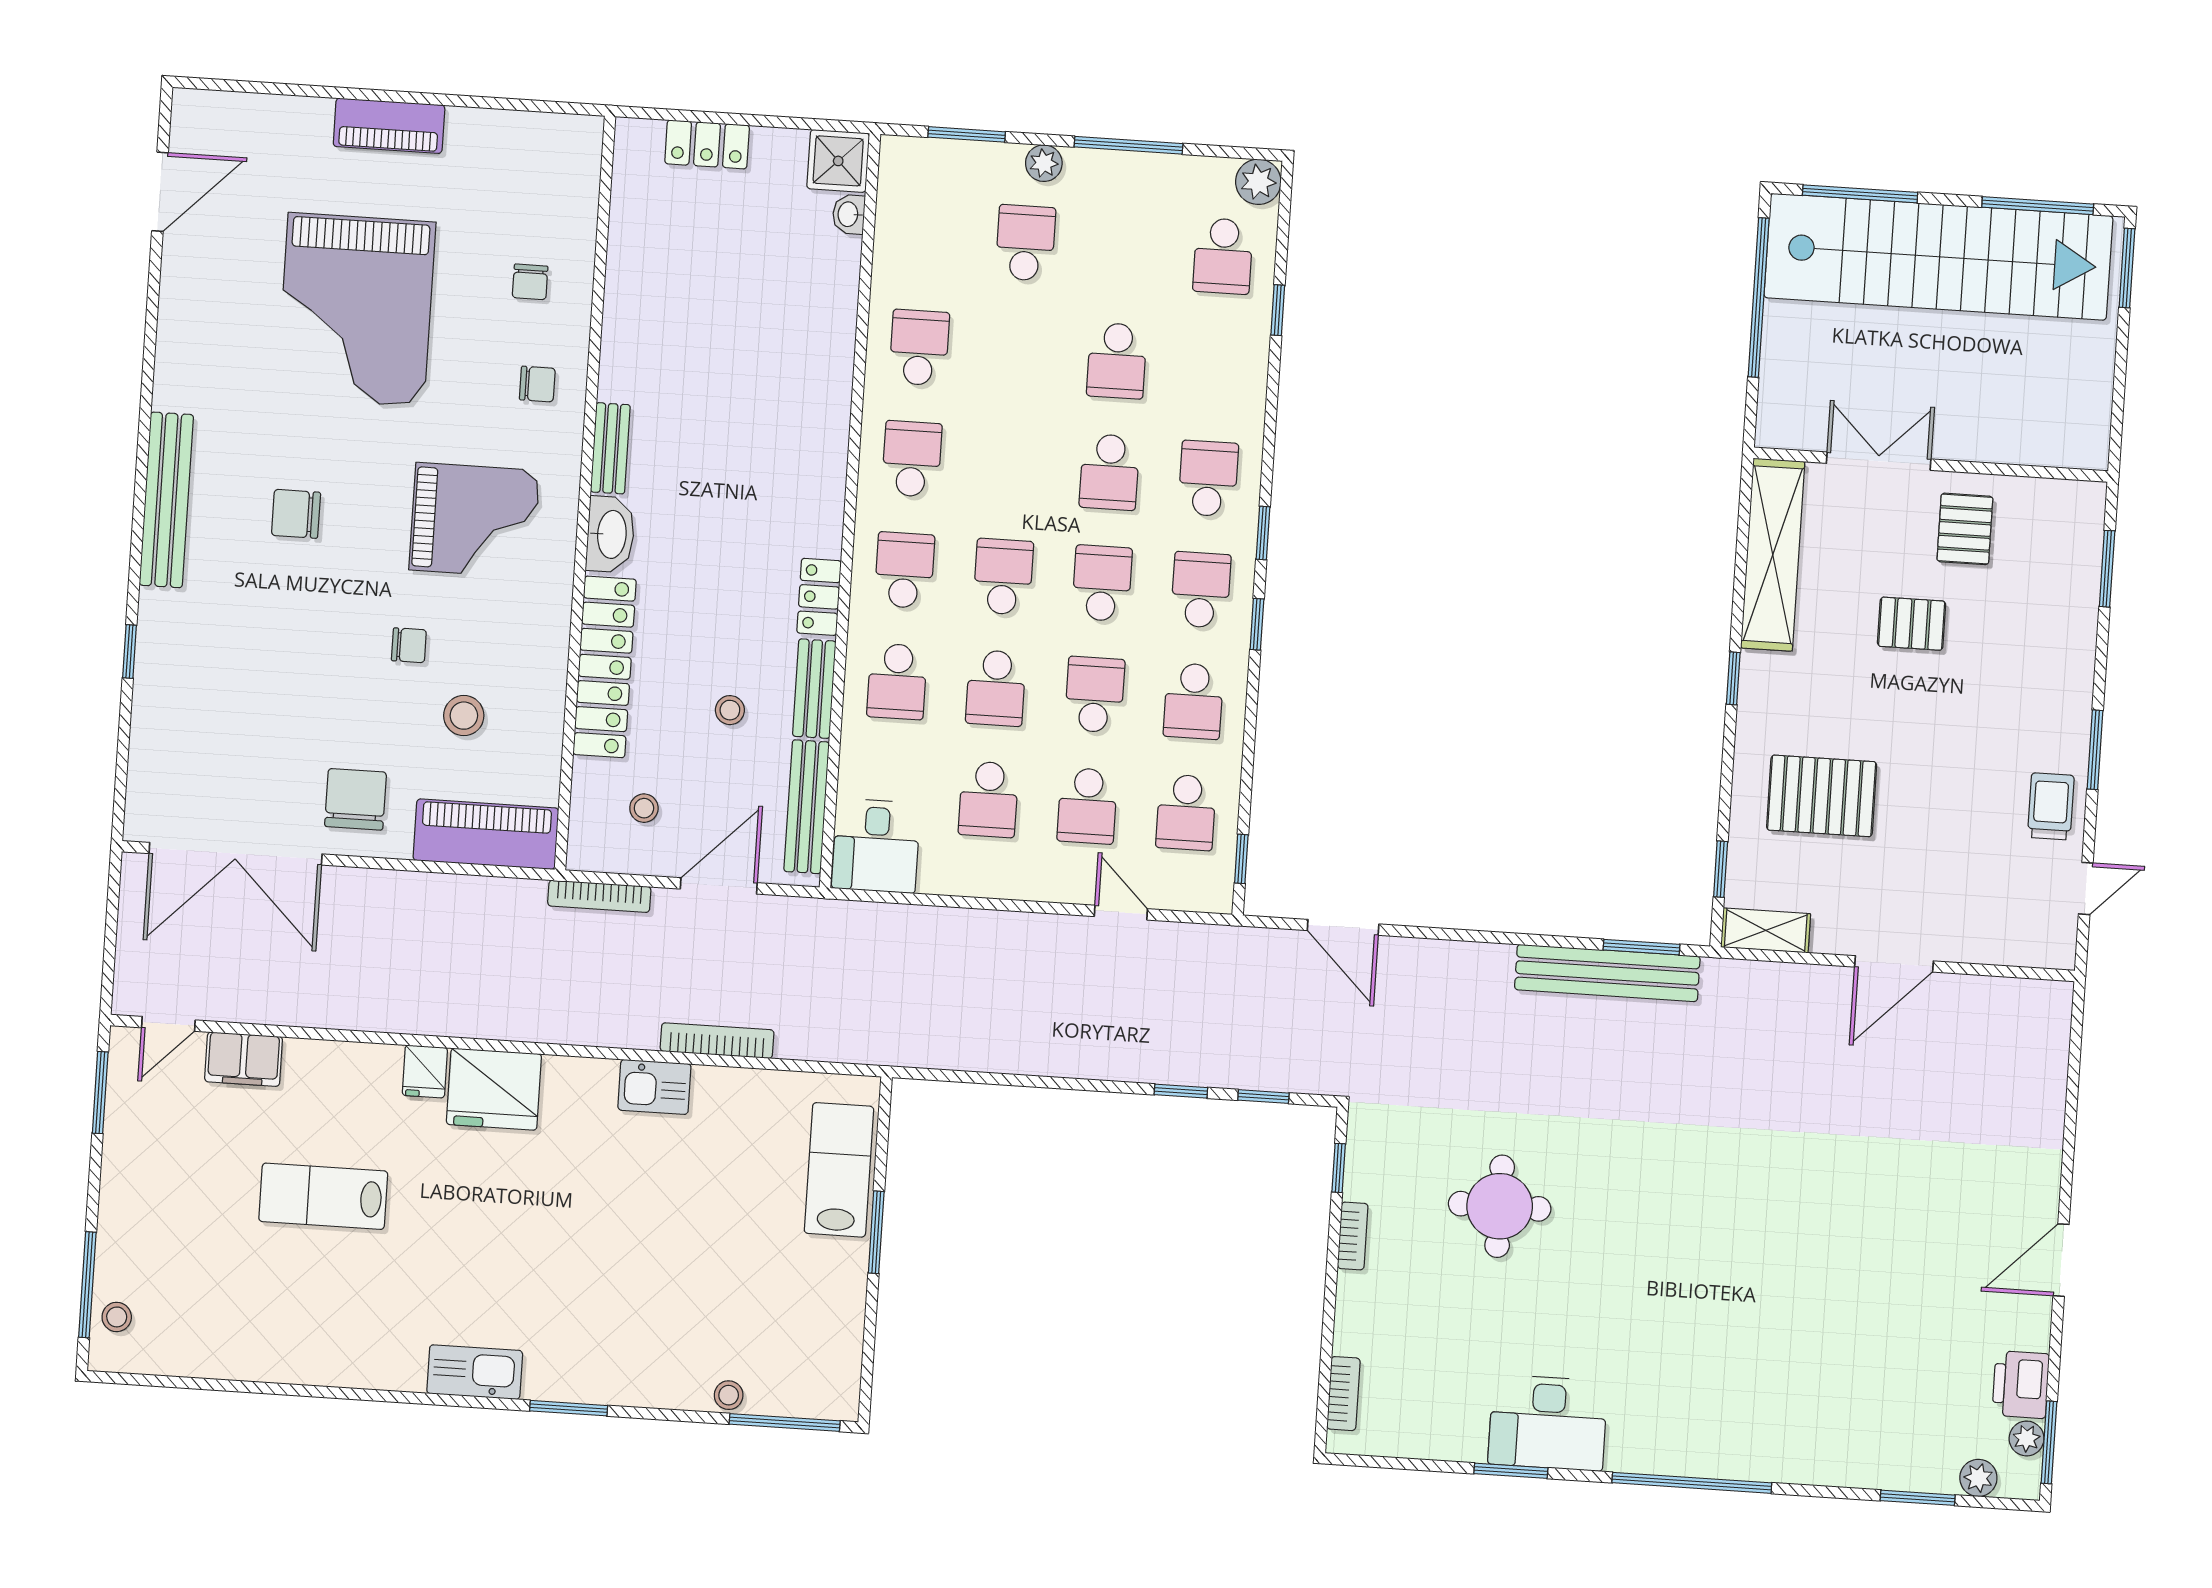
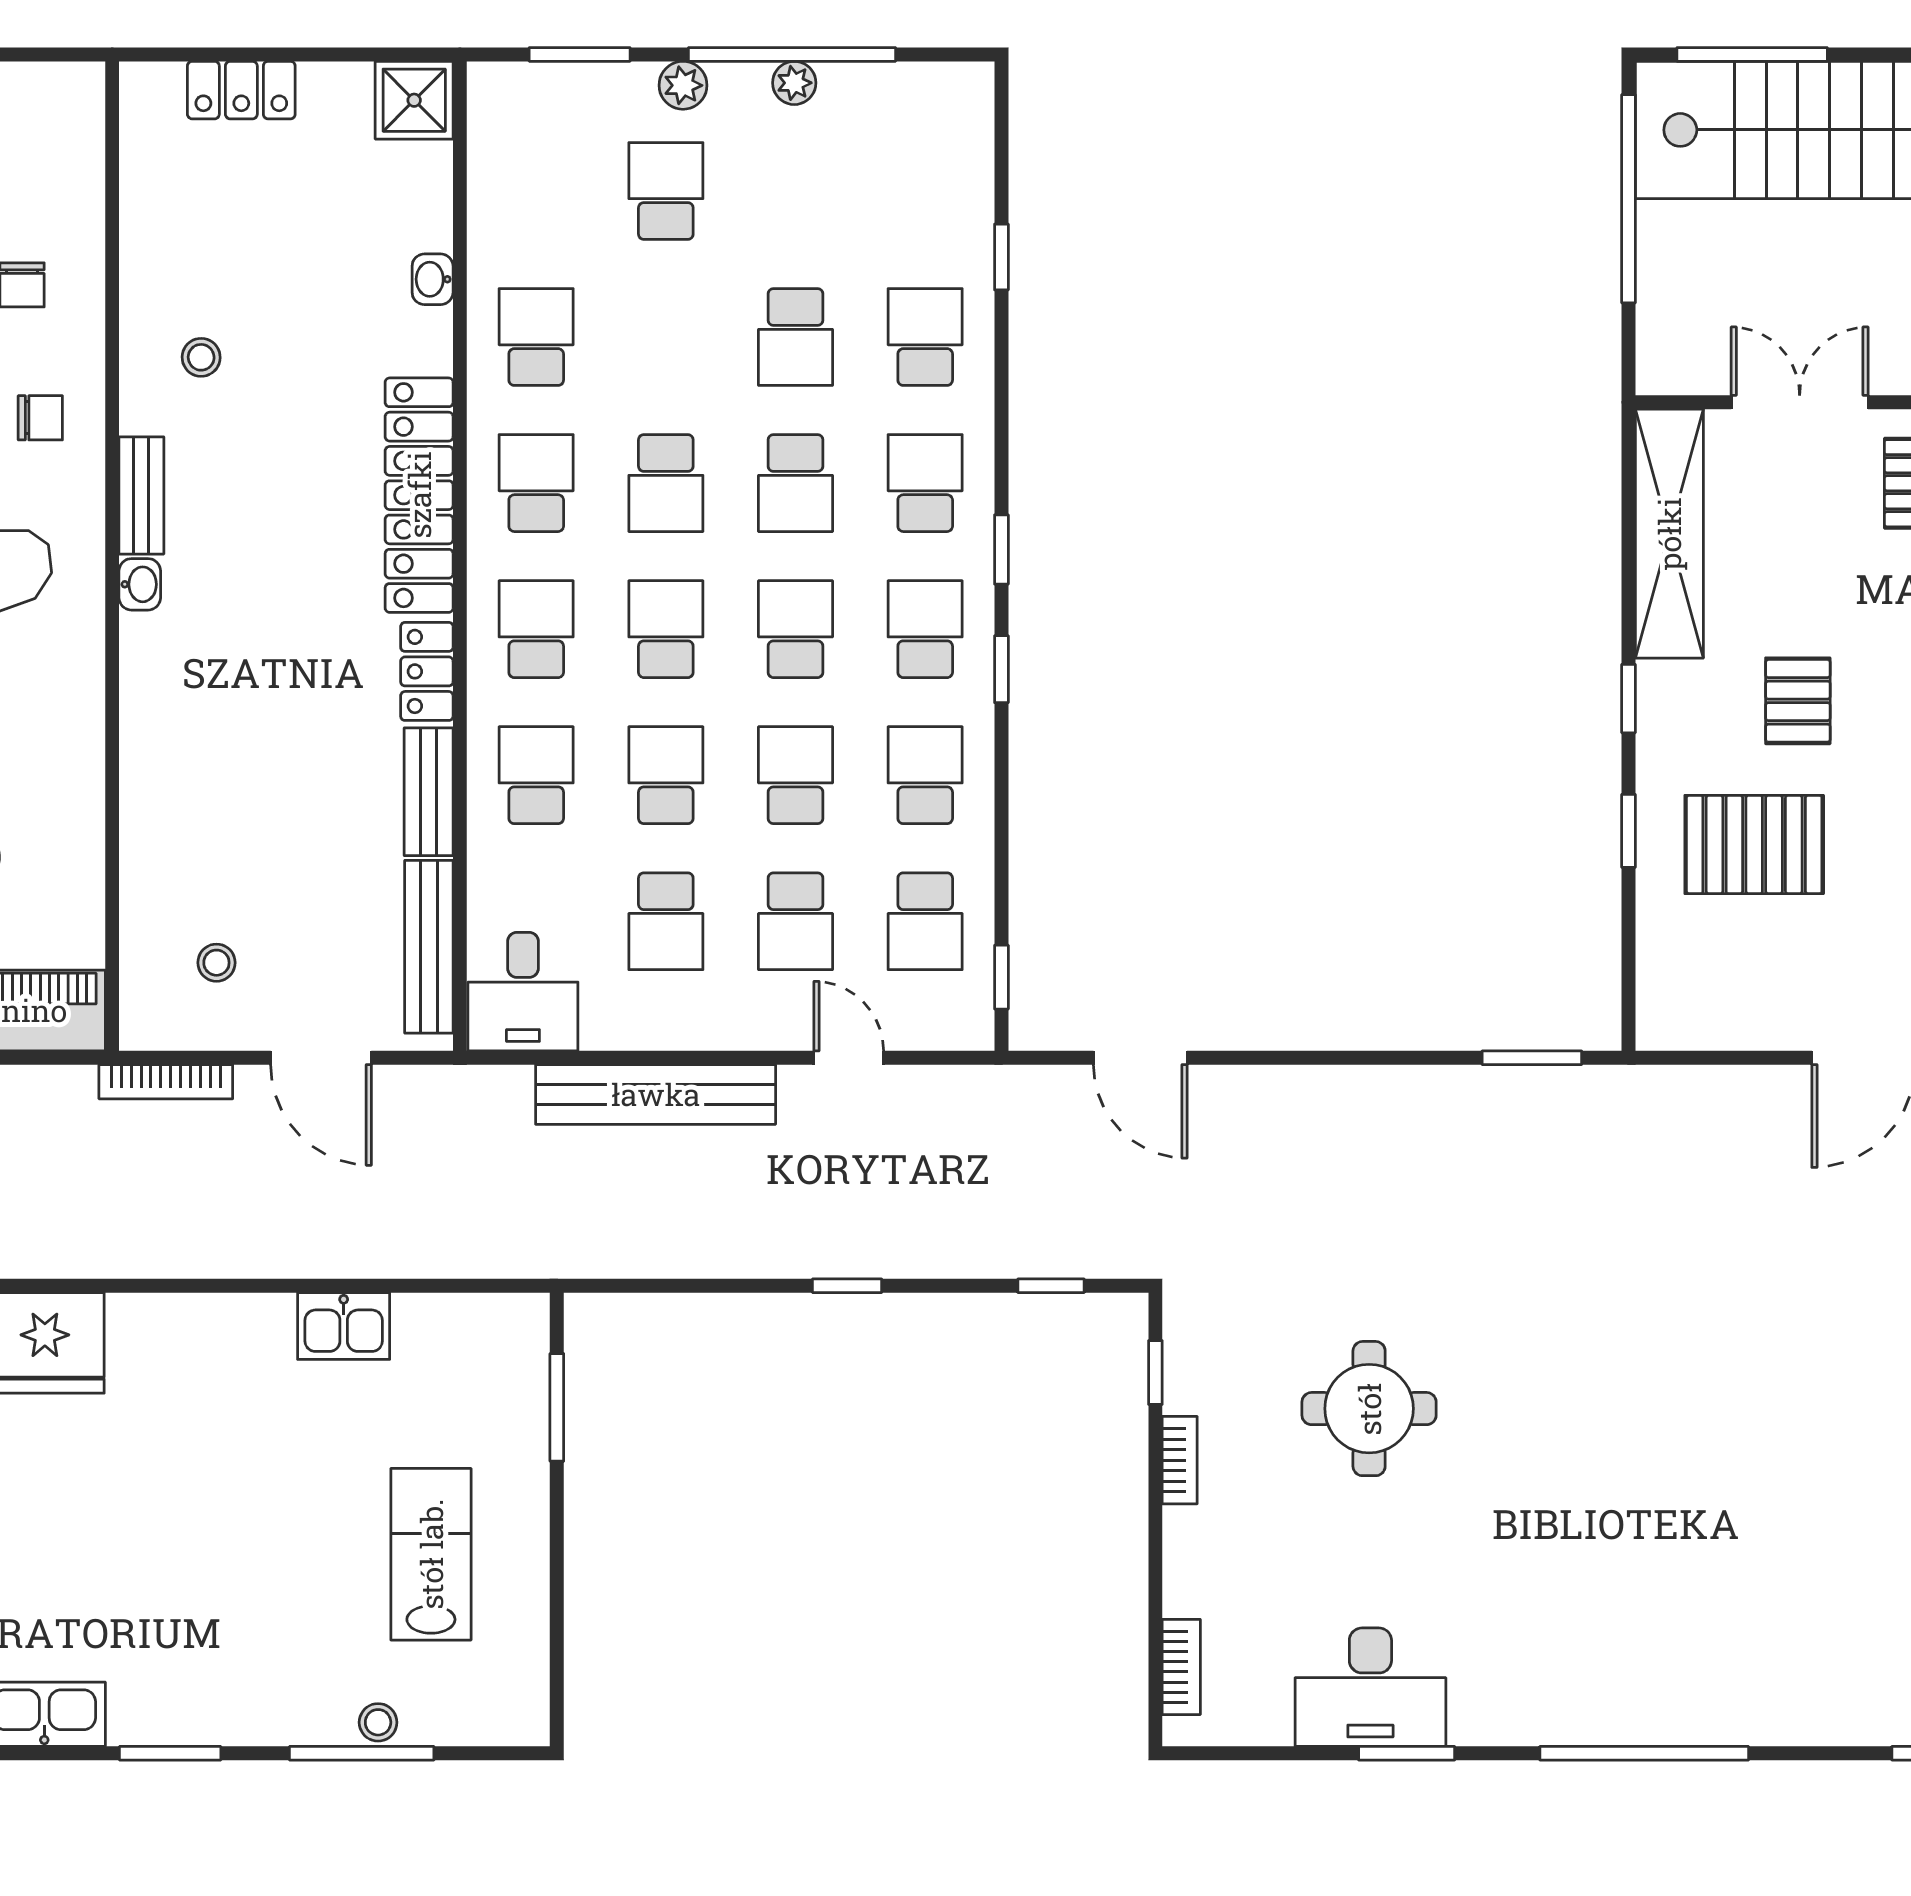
window: (1128, 145) -> (792, 54), width x1.46
plant: (1258, 182) -> (794, 83), moved, width x0.73, depth x0.73
washbasin: (849, 214) -> (433, 279), moved
school desk: (1223, 256) -> (925, 337), moved, turned 180
school desk: (1011, 465) -> (666, 483), added
washbasin: (611, 534) -> (140, 584), width x0.52, depth x0.69
pallet: (1912, 624) -> (1798, 701), moved, turned 90
locker: (605, 667) -> (419, 495), moved, turned 180
school desk: (897, 681) -> (536, 775), turned 180
school desk: (996, 688) -> (666, 775), turned 180
school desk: (1193, 701) -> (925, 775), turned 180
stool: (730, 710) -> (201, 357), moved
window: (1721, 869) -> (1629, 831), moved
door: (719, 886) -> (321, 1058), swing flipped
shelving: (1766, 930) -> (1693, 1025), removed
bench: (1607, 973) -> (656, 1094), moved
bookcase: (717, 1041) -> (332, 1260), removed
kitchen sink: (654, 1087) -> (344, 1326), moved
window: (1181, 1091) -> (847, 1286), moved
lab bench: (839, 1170) -> (431, 1554), moved
window: (876, 1232) -> (557, 1407), moved
window: (785, 1423) -> (362, 1753), moved
desk: (1548, 1423) -> (1370, 1687), moved

